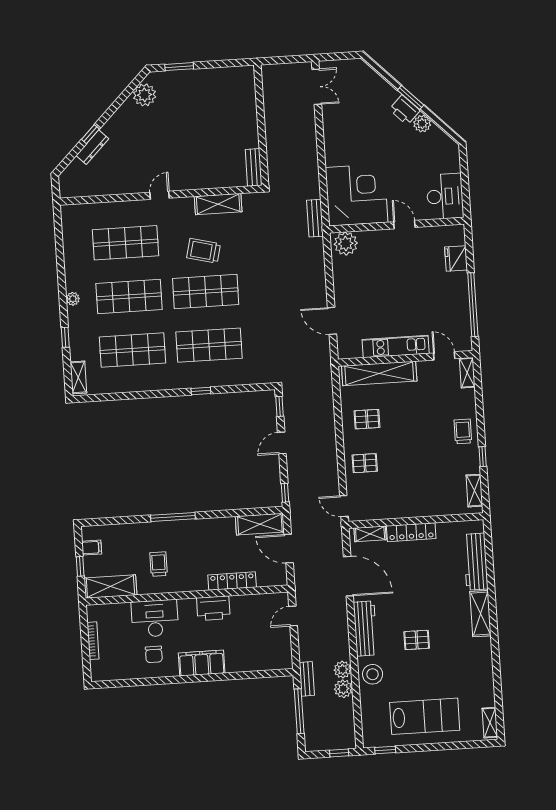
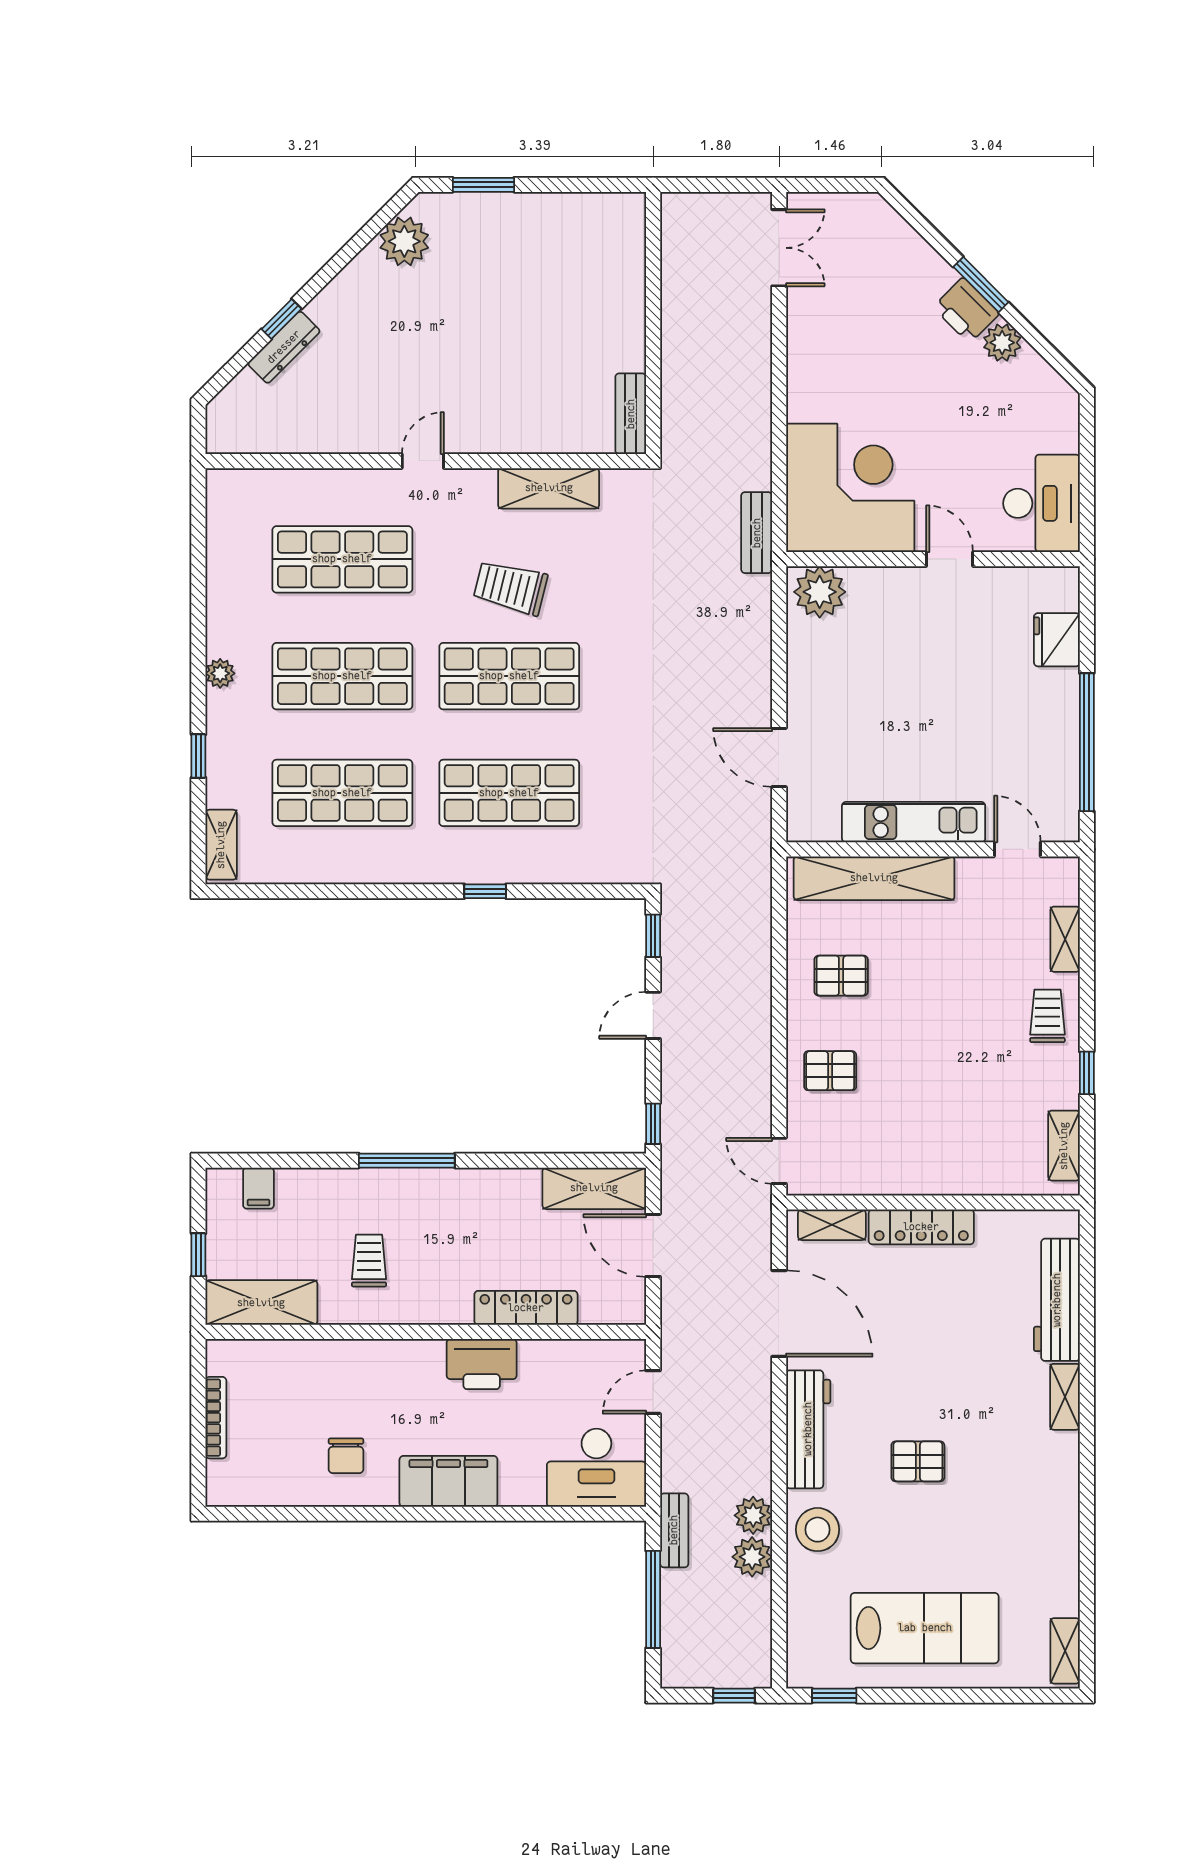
shelving: (467, 373) -> (1065, 939), moved
filing cabinet: (92, 548) -> (258, 1188), moved, turned 90
shelving: (480, 614) -> (1065, 1397), width x0.67, depth x0.75
desk: (155, 618) -> (596, 1468), moved, turned 180

